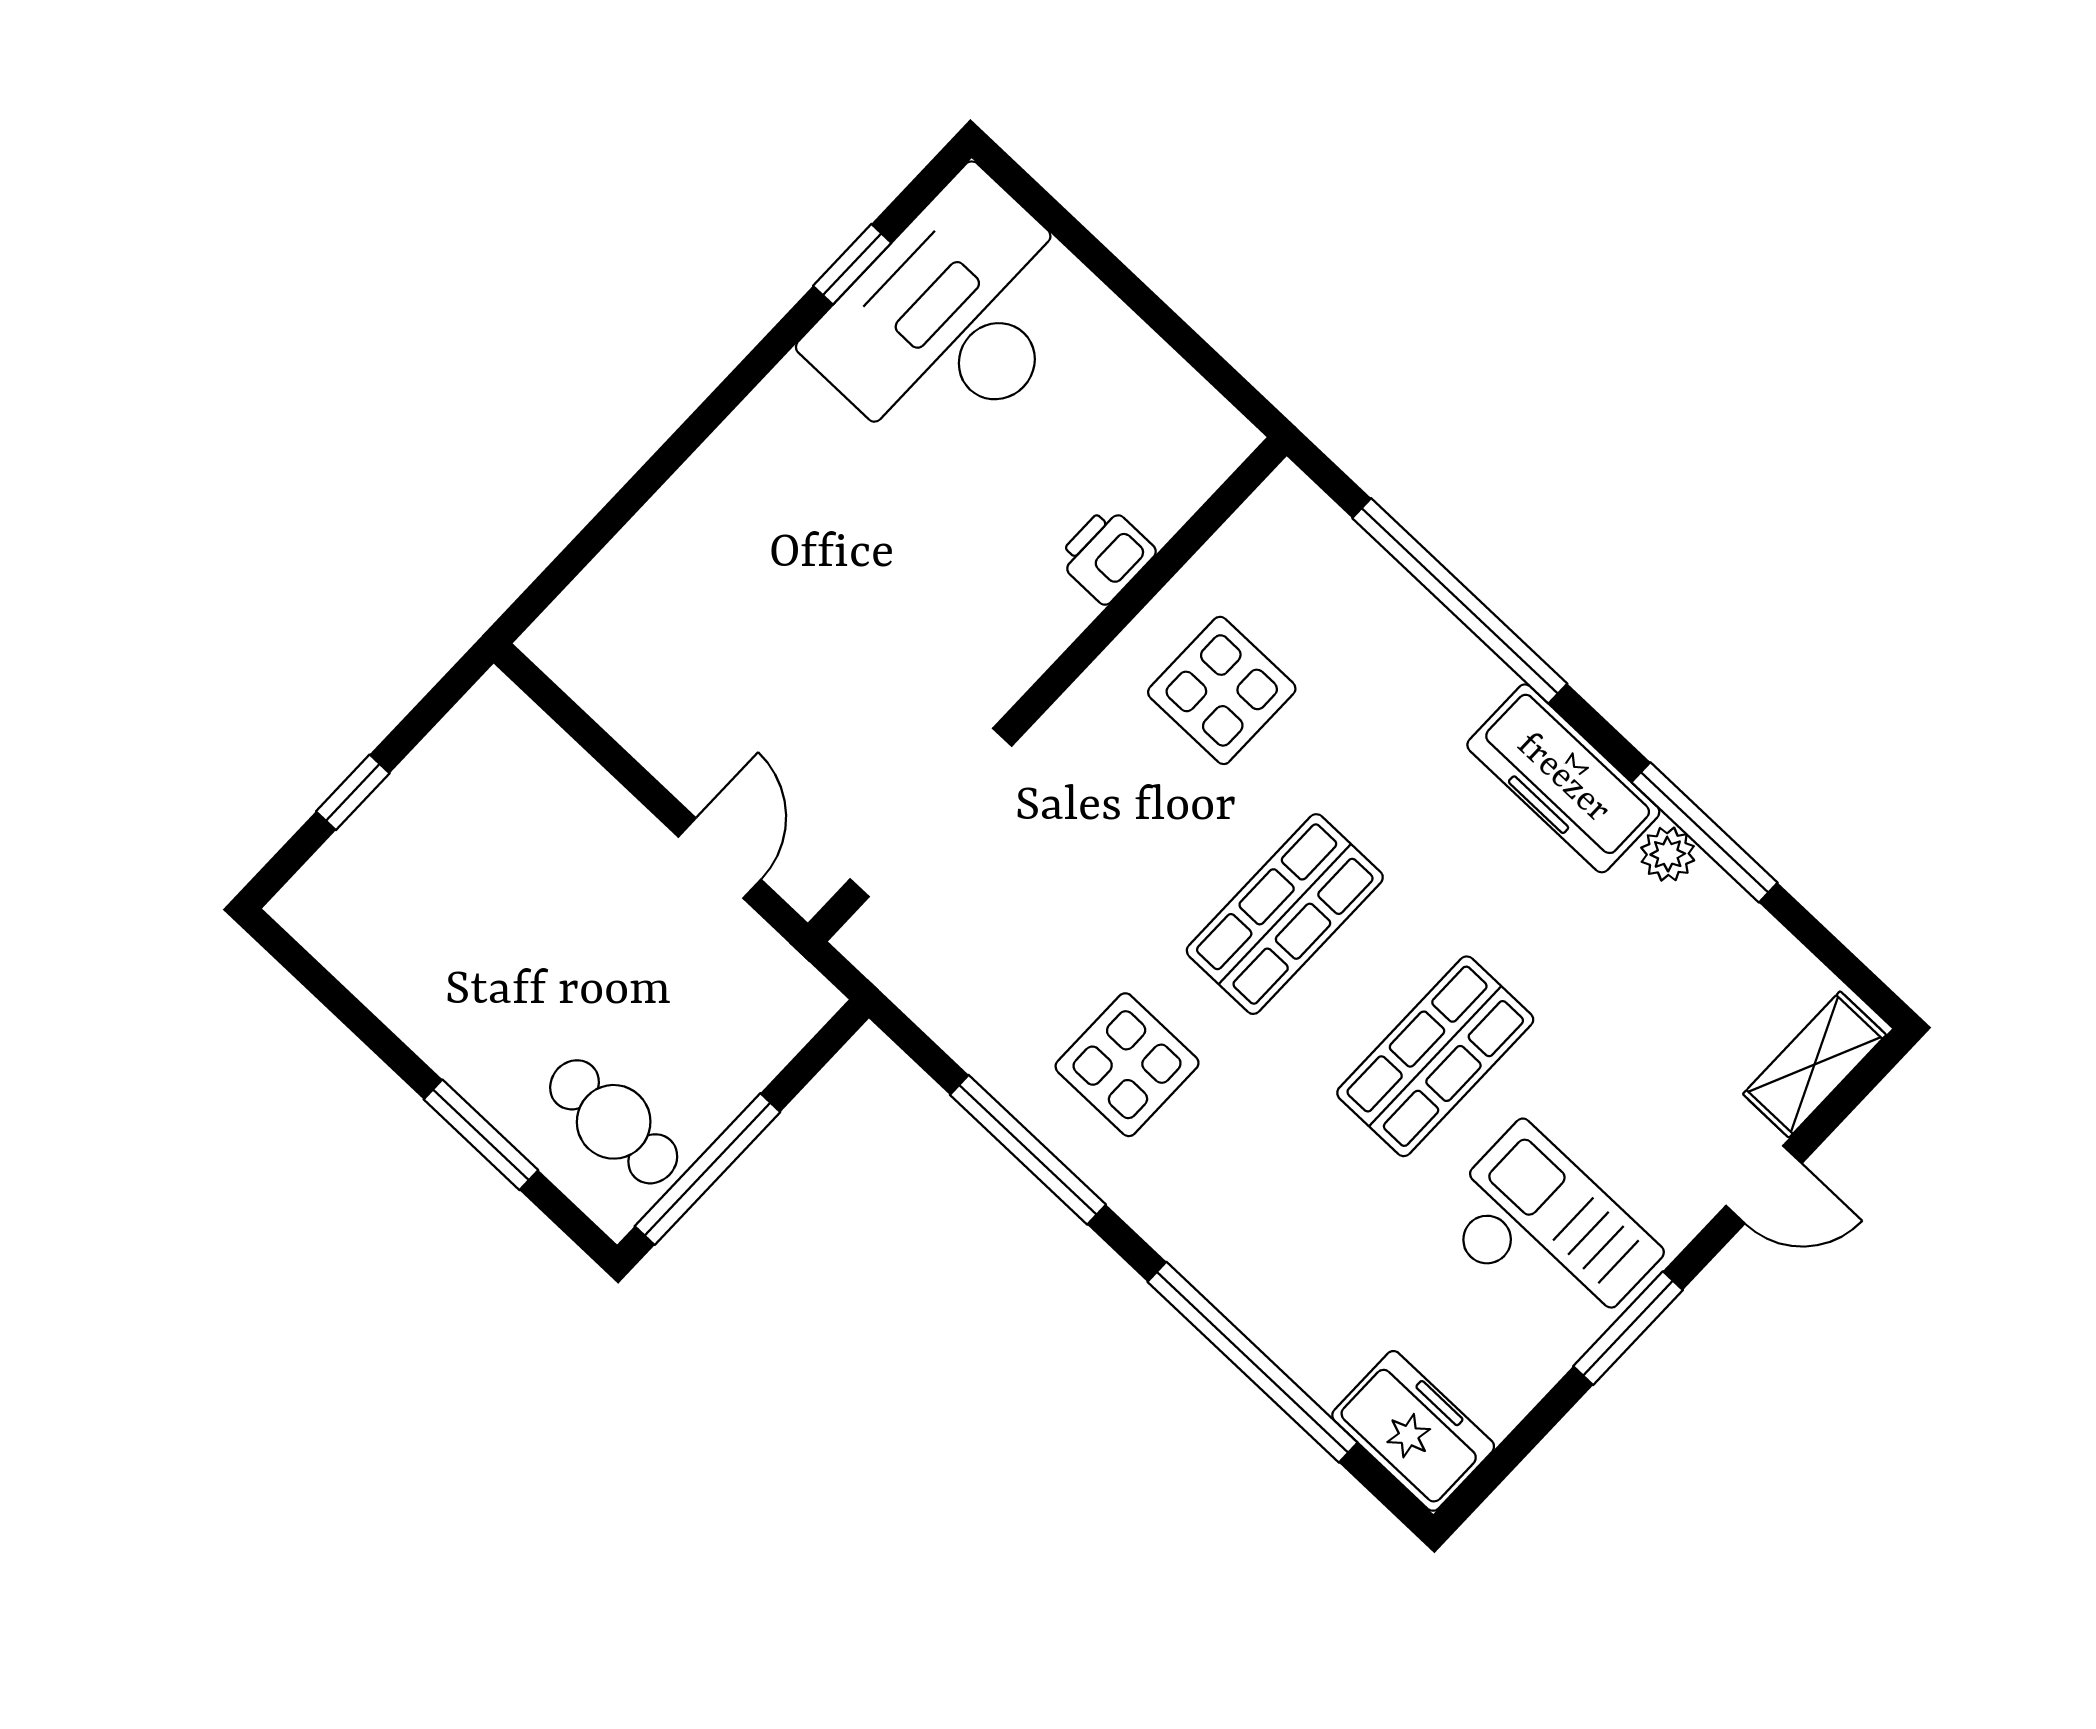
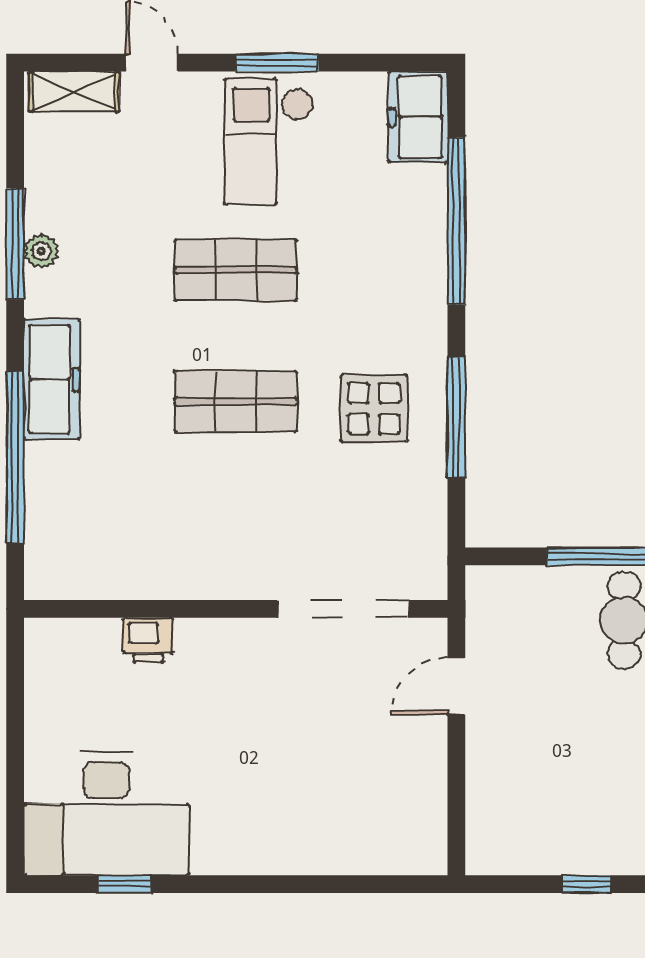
display table: (1222, 690) -> (160, 528), removed
freezer: (1563, 778) -> (52, 379), moved

